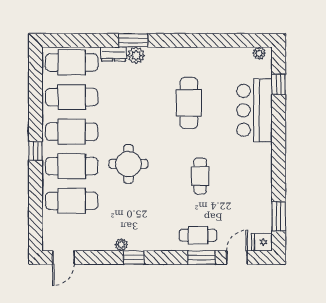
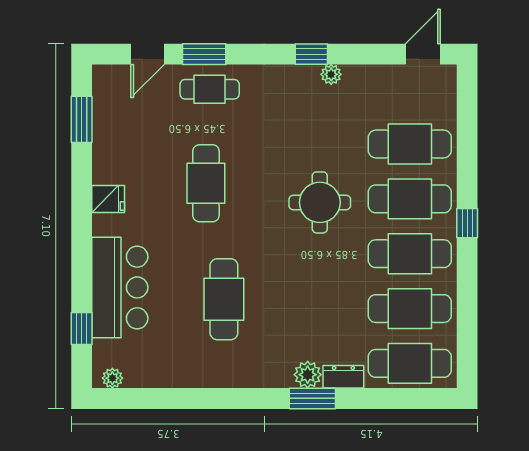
cafe table: (200, 176) -> (206, 183), width x1.37, depth x1.35
fridge: (262, 242) -> (108, 199), moved

